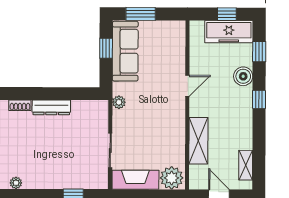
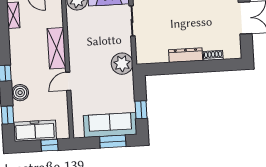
window: (227, 14) -> (49, 145), moved
sofa: (125, 51) -> (110, 125), moved, turned 90
plant: (119, 102) -> (122, 64), width x1.88, depth x1.88
shelving: (198, 141) -> (57, 48), moved

